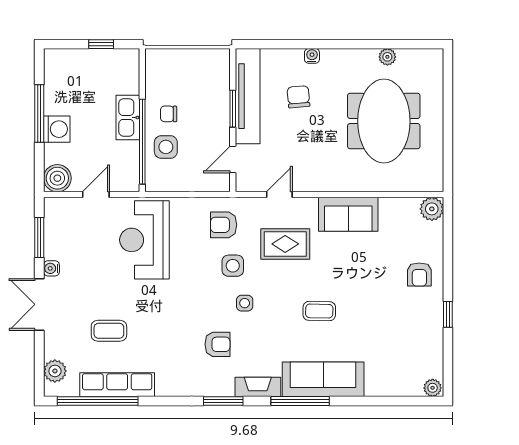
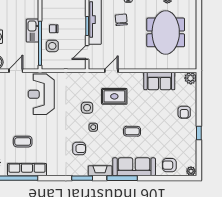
sofa: (348, 214) -> (159, 81), moved
armchair: (224, 225) -> (169, 165), moved

